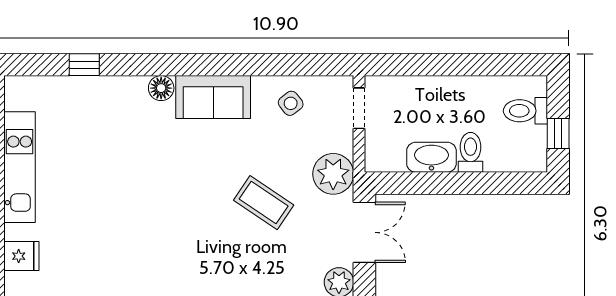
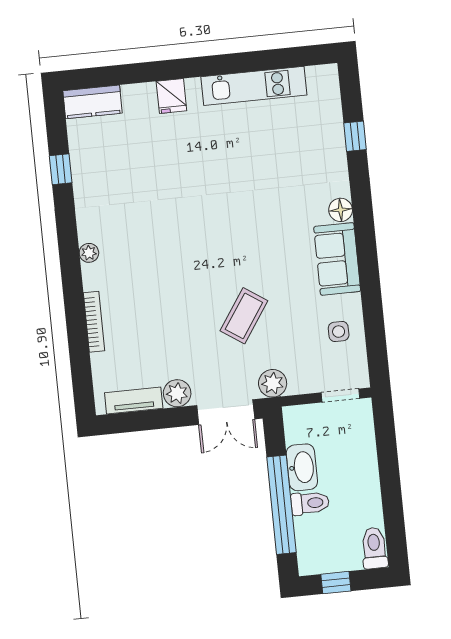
side table: (291, 103) -> (339, 332), turned 38
toilet: (525, 111) -> (374, 548), moved
plant: (333, 174) -> (273, 383), width x0.73, depth x0.73
window: (469, 183) -> (281, 505), added

